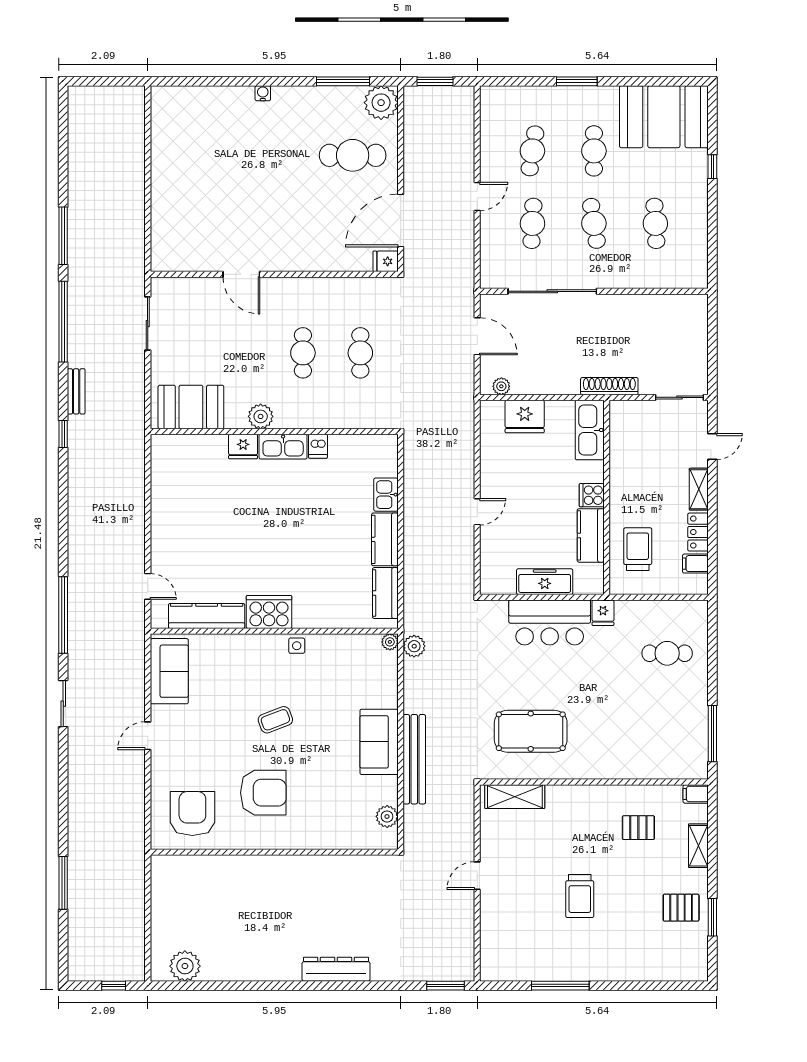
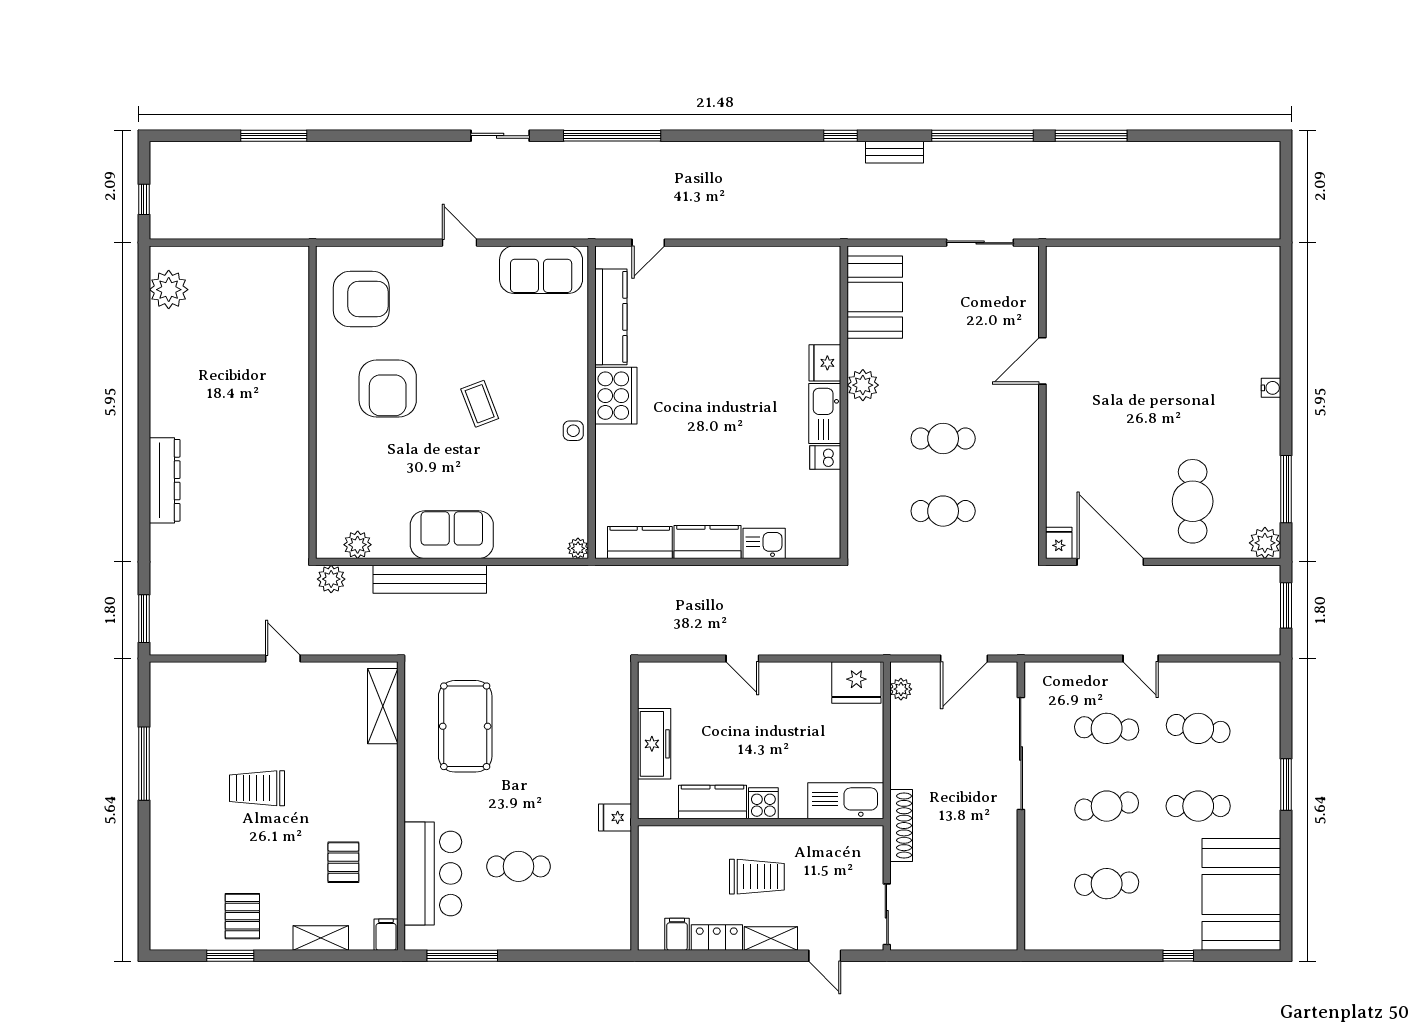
plant: (381, 103) -> (1265, 543), width x0.73, depth x0.73
fridge: (525, 417) -> (856, 682), moved, turned -90
trolley: (638, 549) -> (757, 877), moved
bar counter: (550, 622) -> (433, 873), moved, turned 180
plant: (414, 646) -> (331, 579), moved
cafe table: (667, 653) -> (518, 866), moved, turned 90

